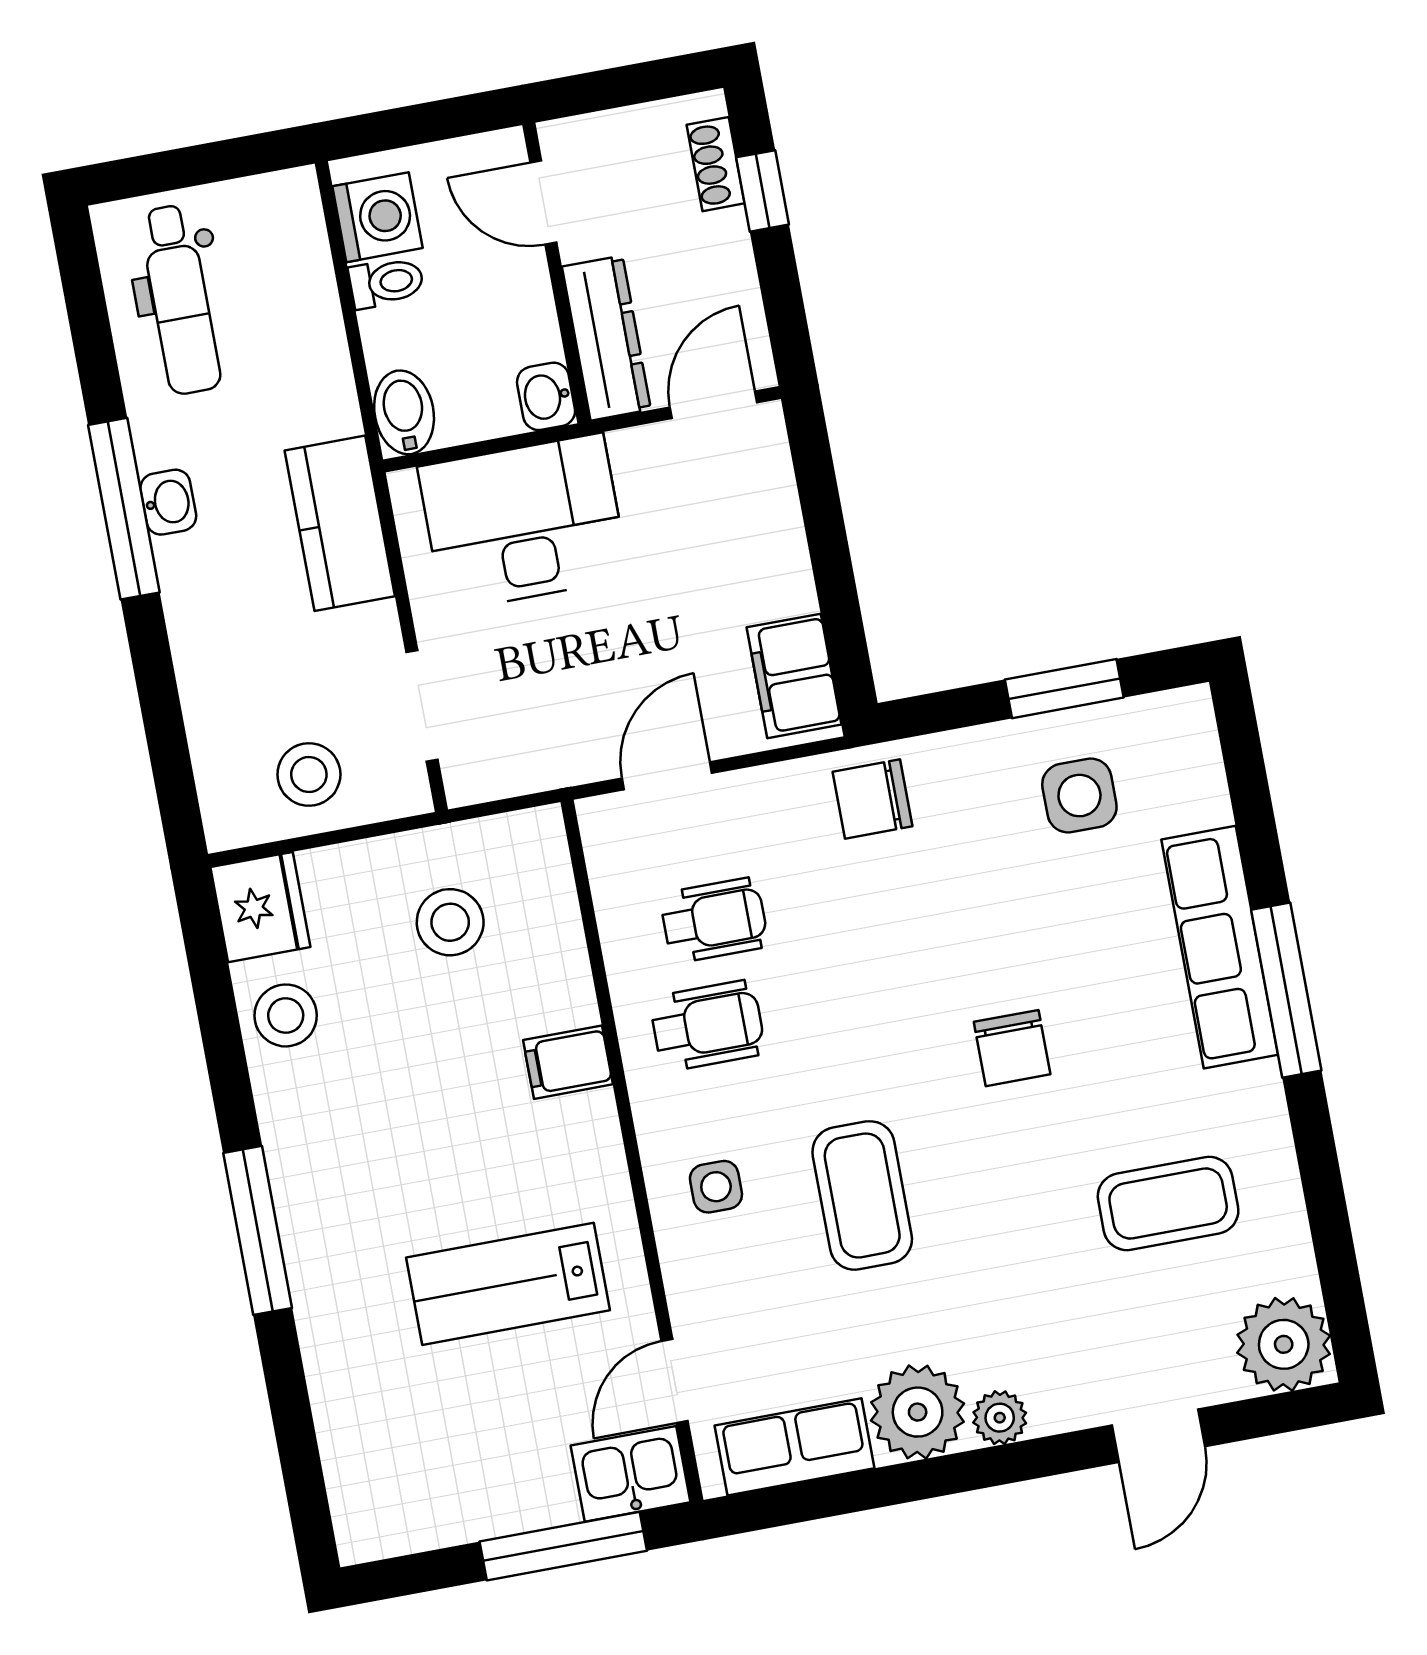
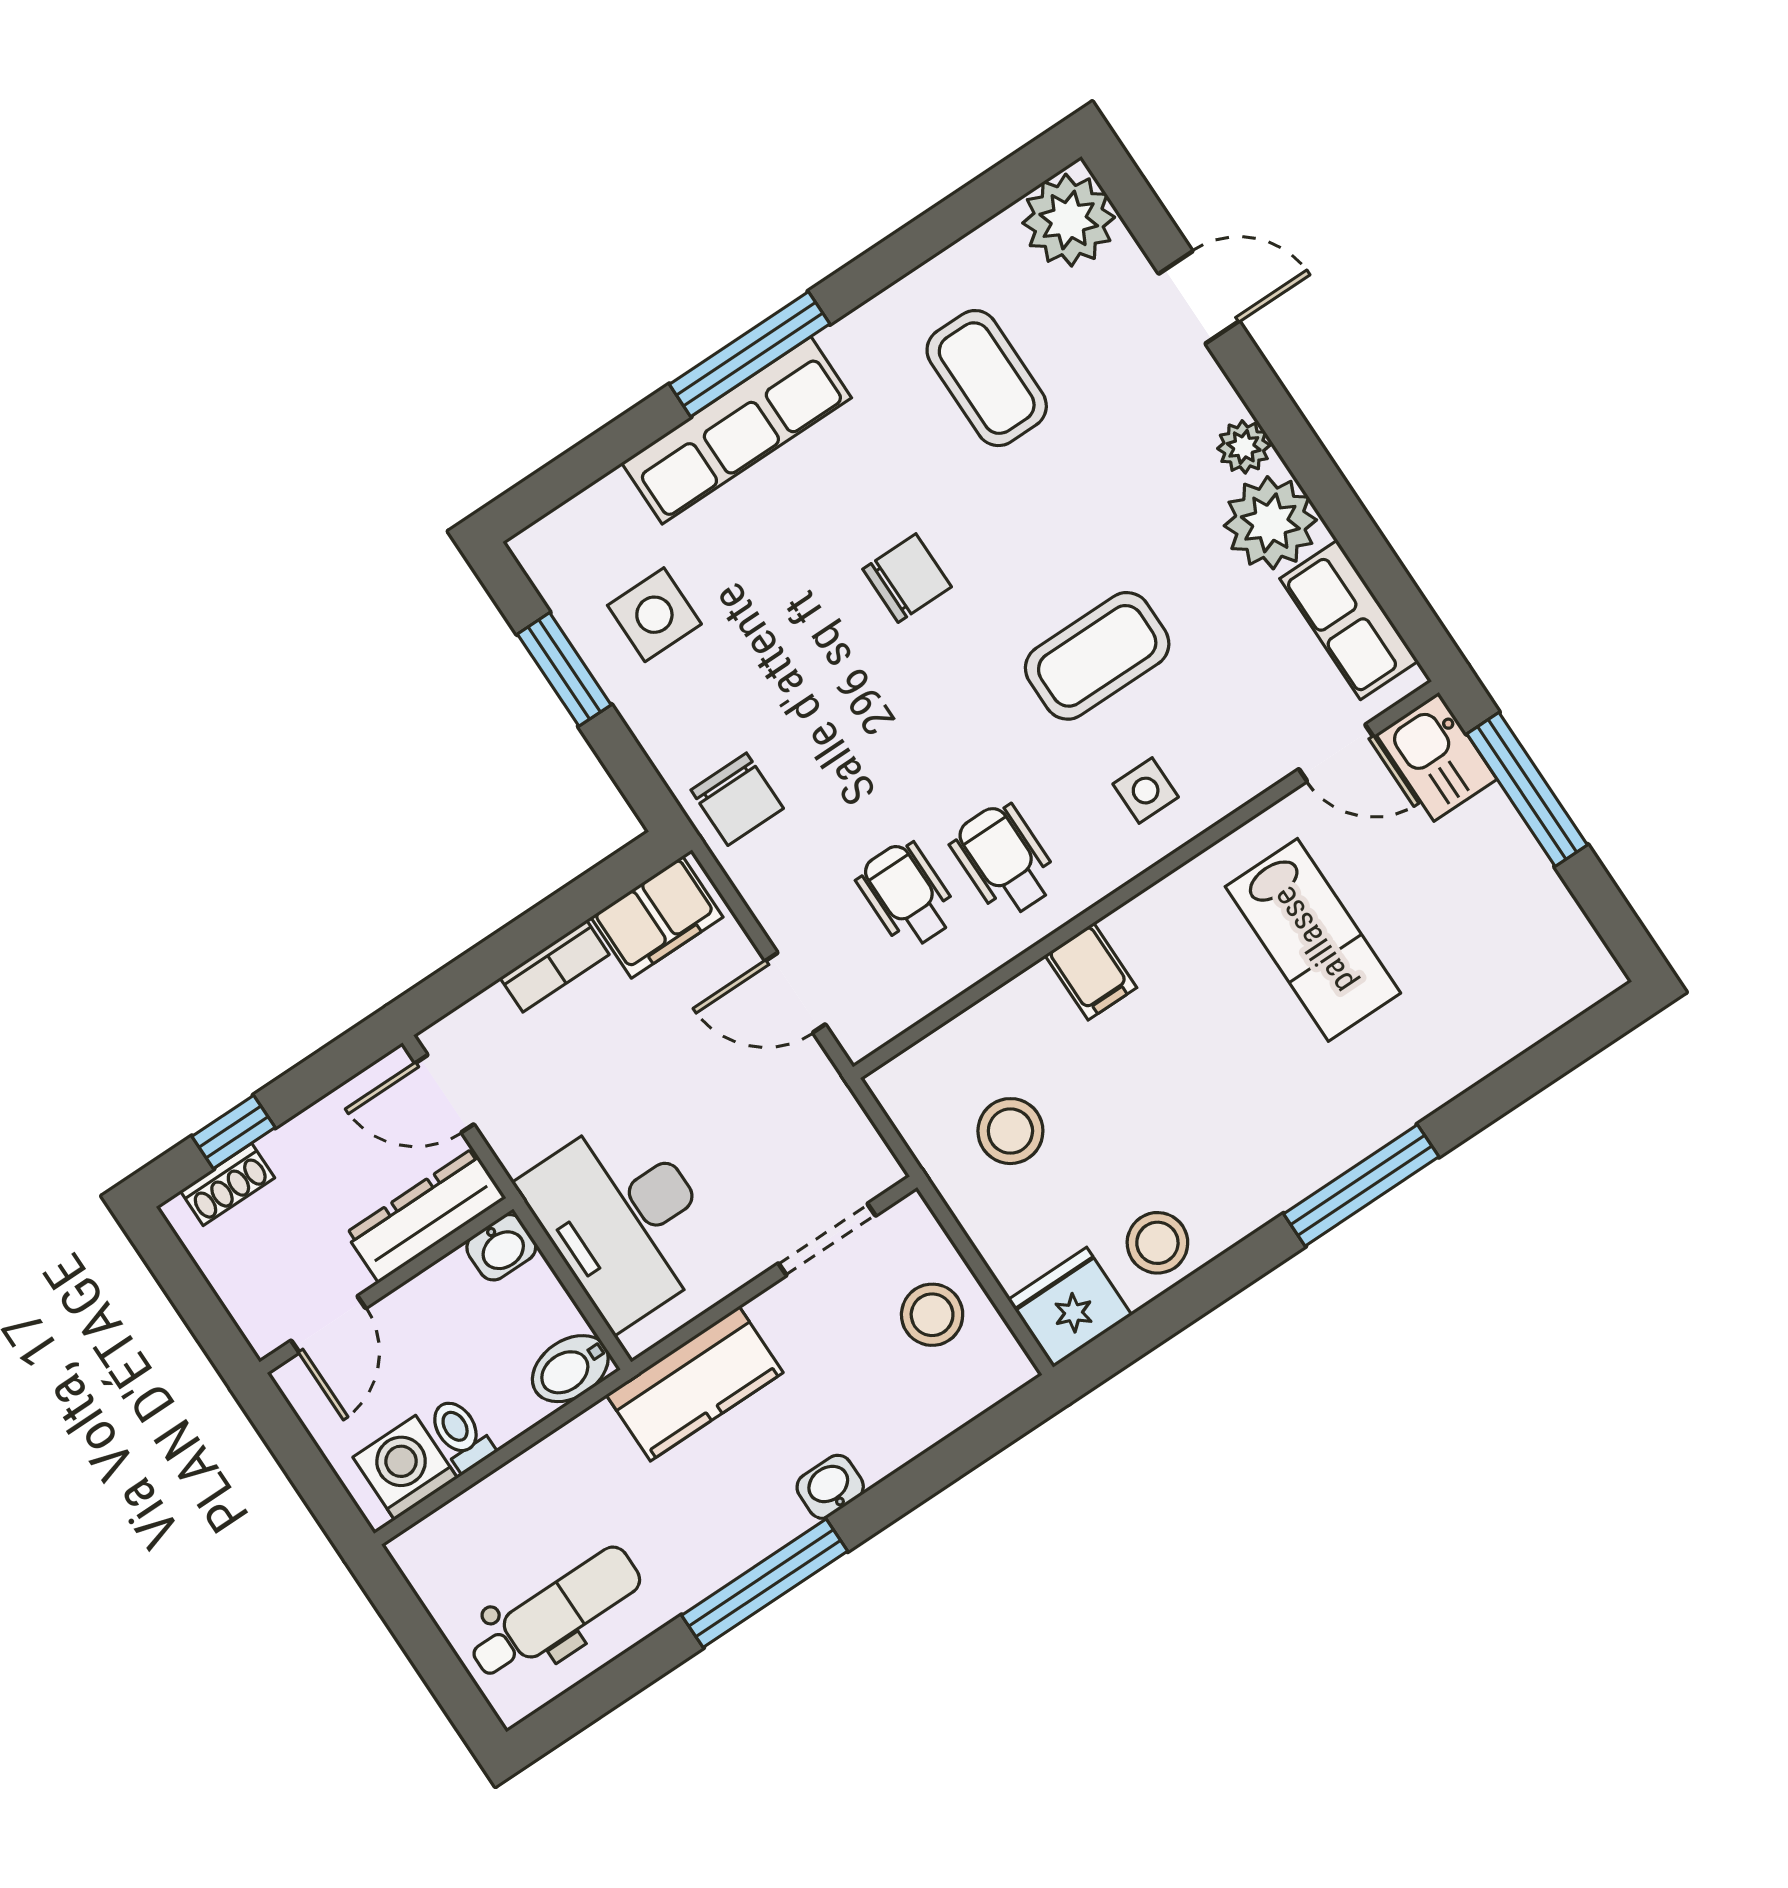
washbasin: (168, 502) -> (830, 1487), moved
bookcase: (789, 560) -> (555, 966), added

